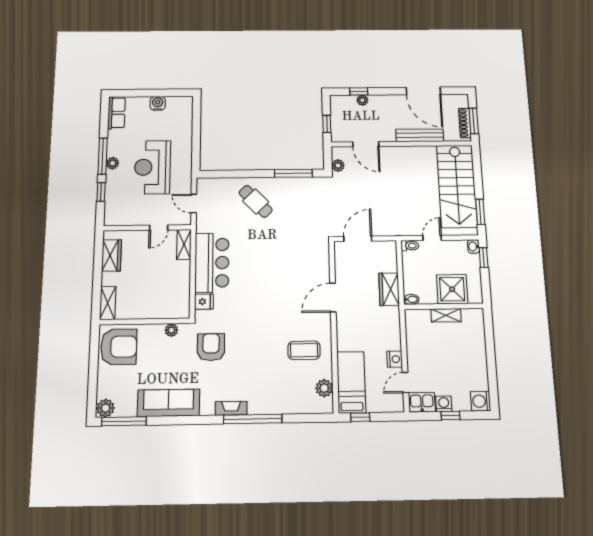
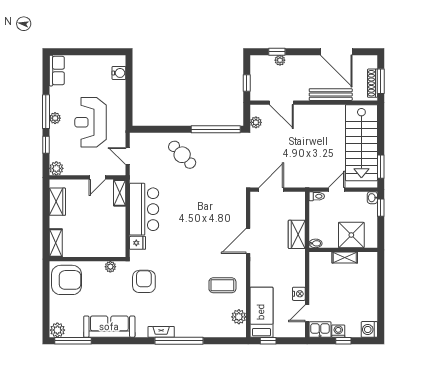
water cooler: (158, 103) -> (119, 73), moved, turned 90
window: (293, 173) -> (216, 129), width x1.46
plant: (112, 218) -> (56, 168), added

